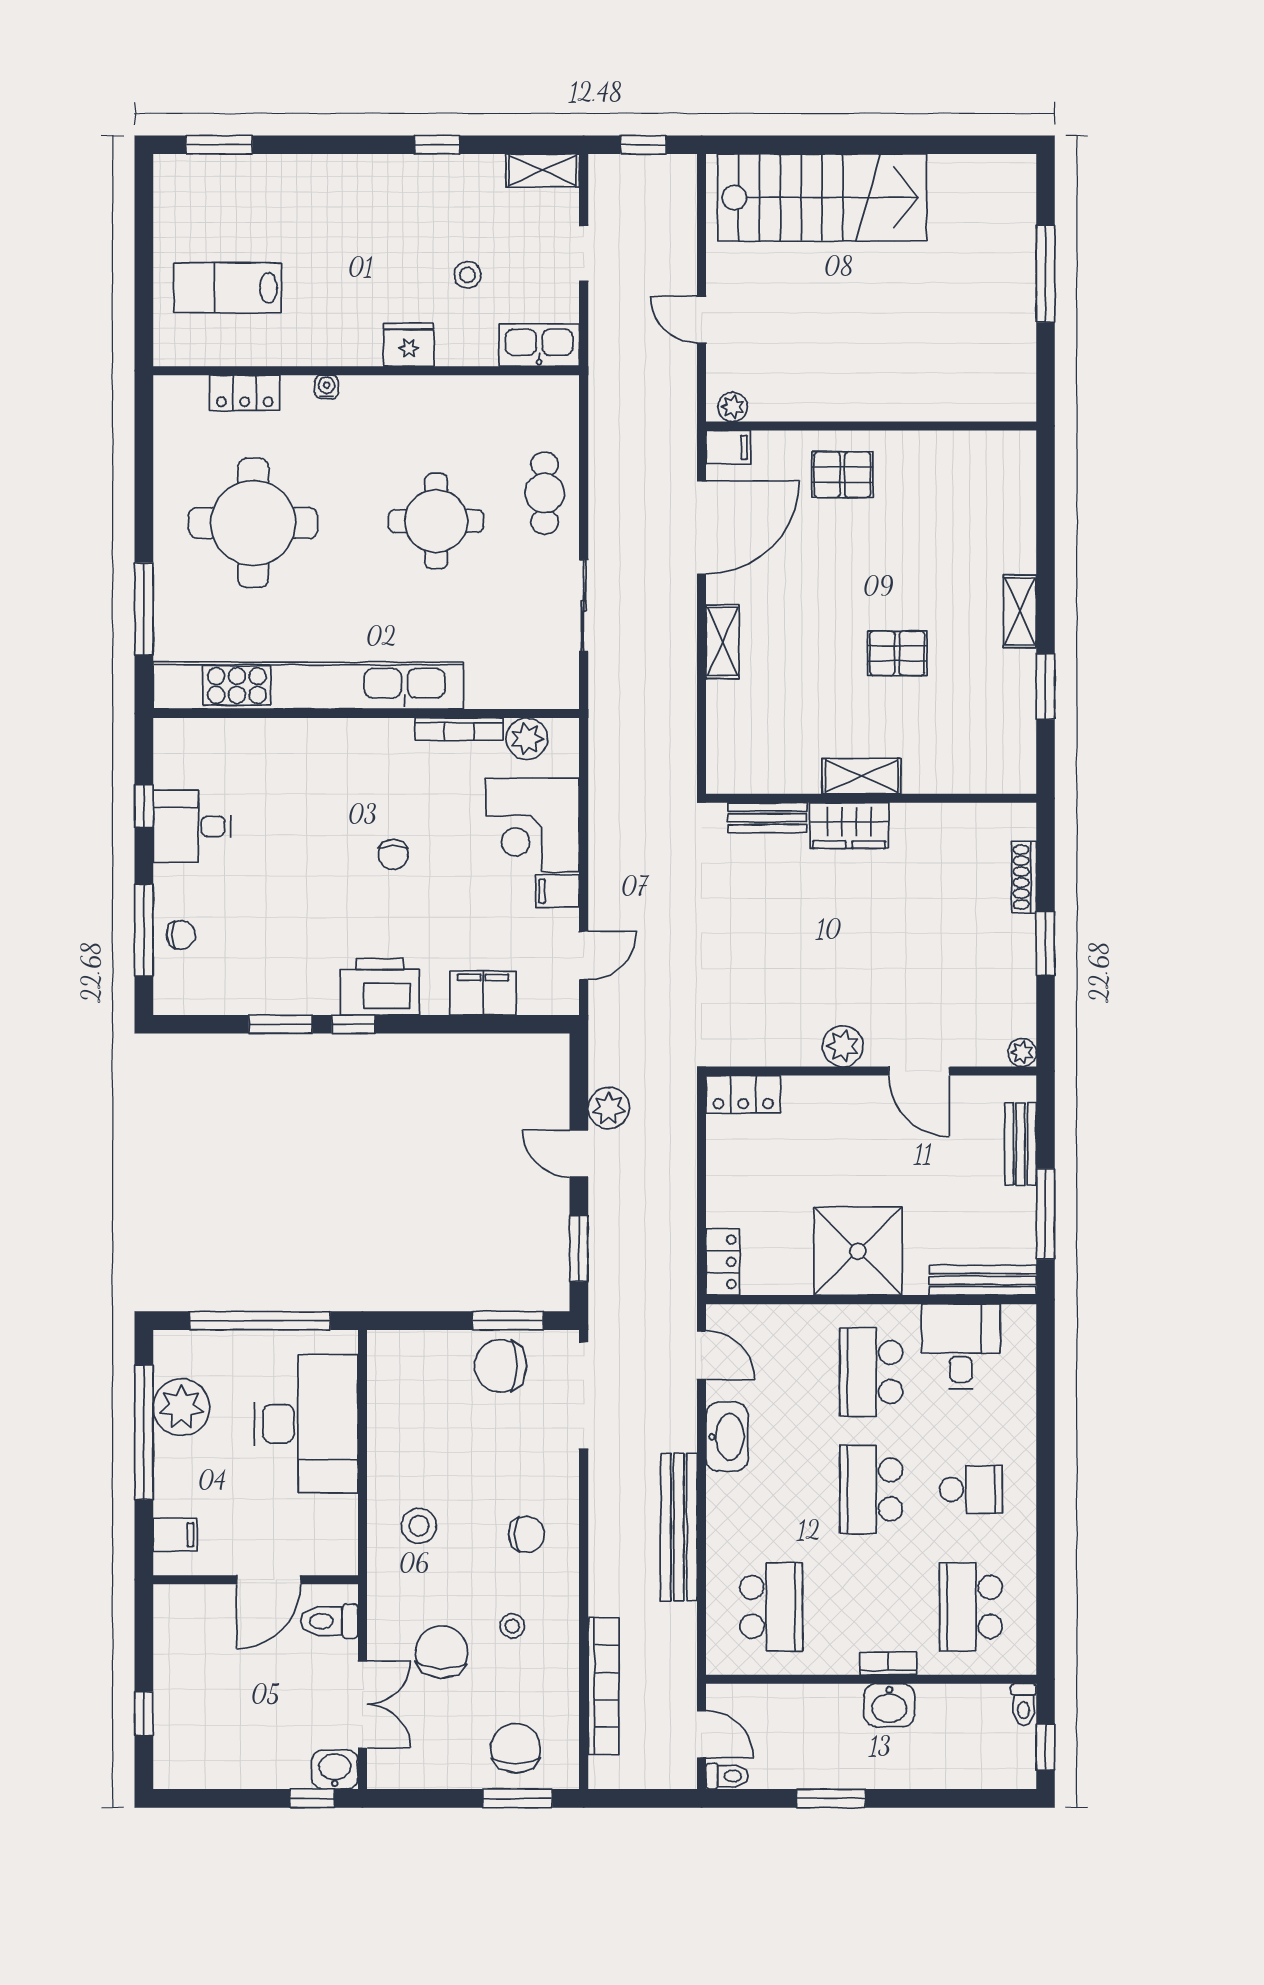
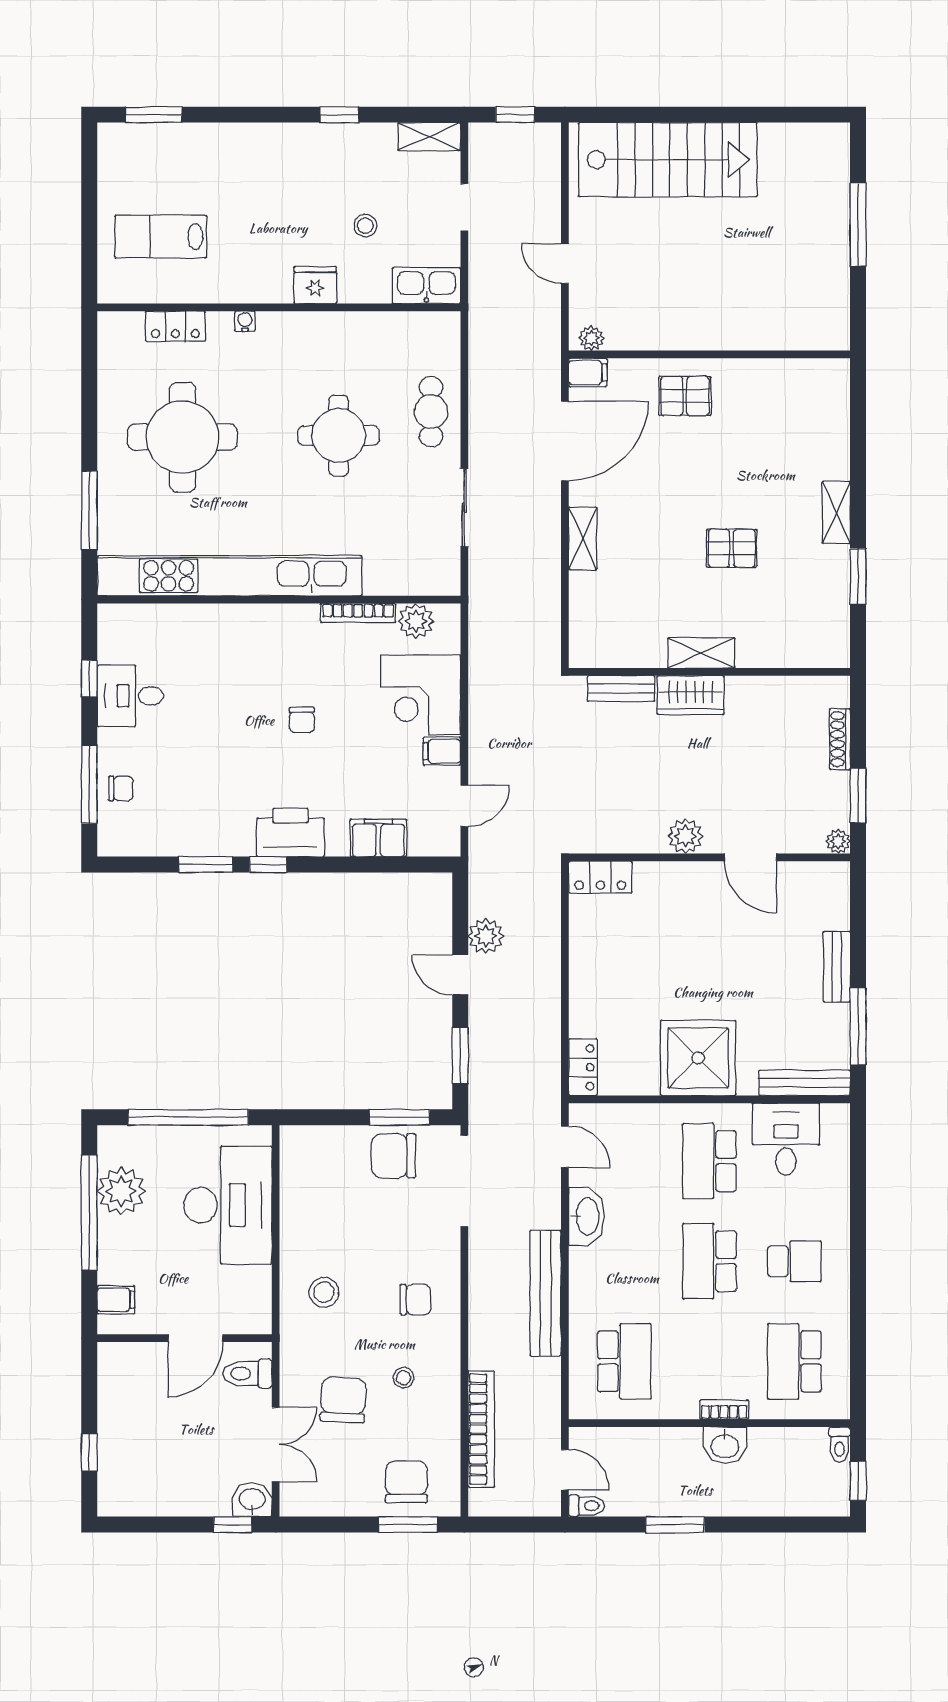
plant: (843, 1046) -> (685, 836), moved
plant: (1022, 1052) -> (838, 841), moved
wall: (871, 1071) -> (709, 857), moved
door: (919, 1071) -> (750, 857), moved
locker: (743, 1094) -> (600, 877), moved

